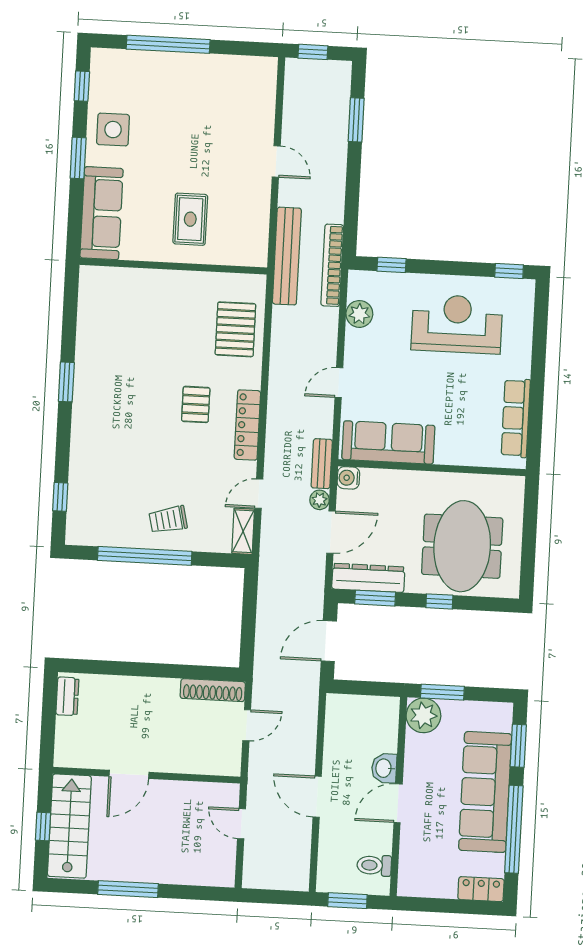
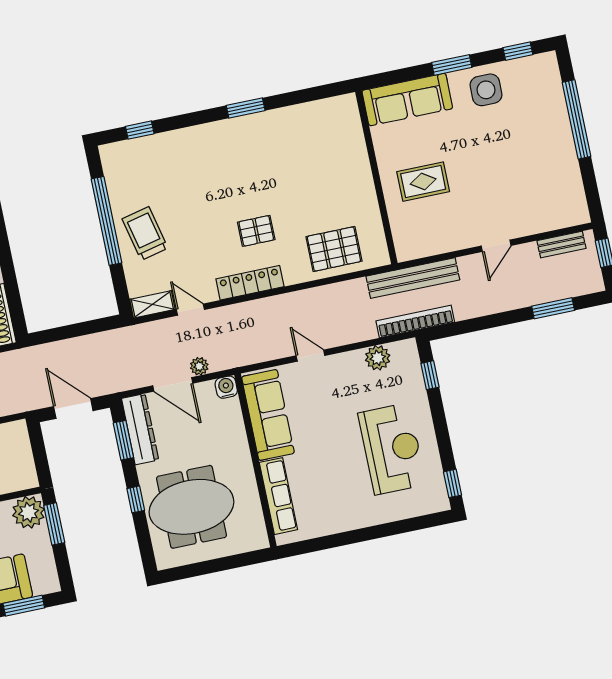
row of seats: (516, 418) -> (278, 496), moved, turned 90
bench: (322, 464) -> (561, 244), moved
trolley: (168, 520) -> (145, 233), width x1.36, depth x1.39

